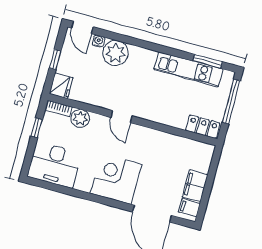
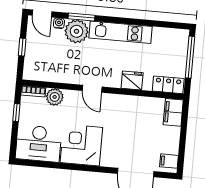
window: (208, 61) -> (82, 17), moved
kitchen unit: (188, 69) -> (121, 32), moved
fridge: (61, 86) -> (132, 80), moved, turned -90
corner desk: (116, 179) -> (81, 145), moved
filing cabinet: (195, 186) -> (173, 112), moved

